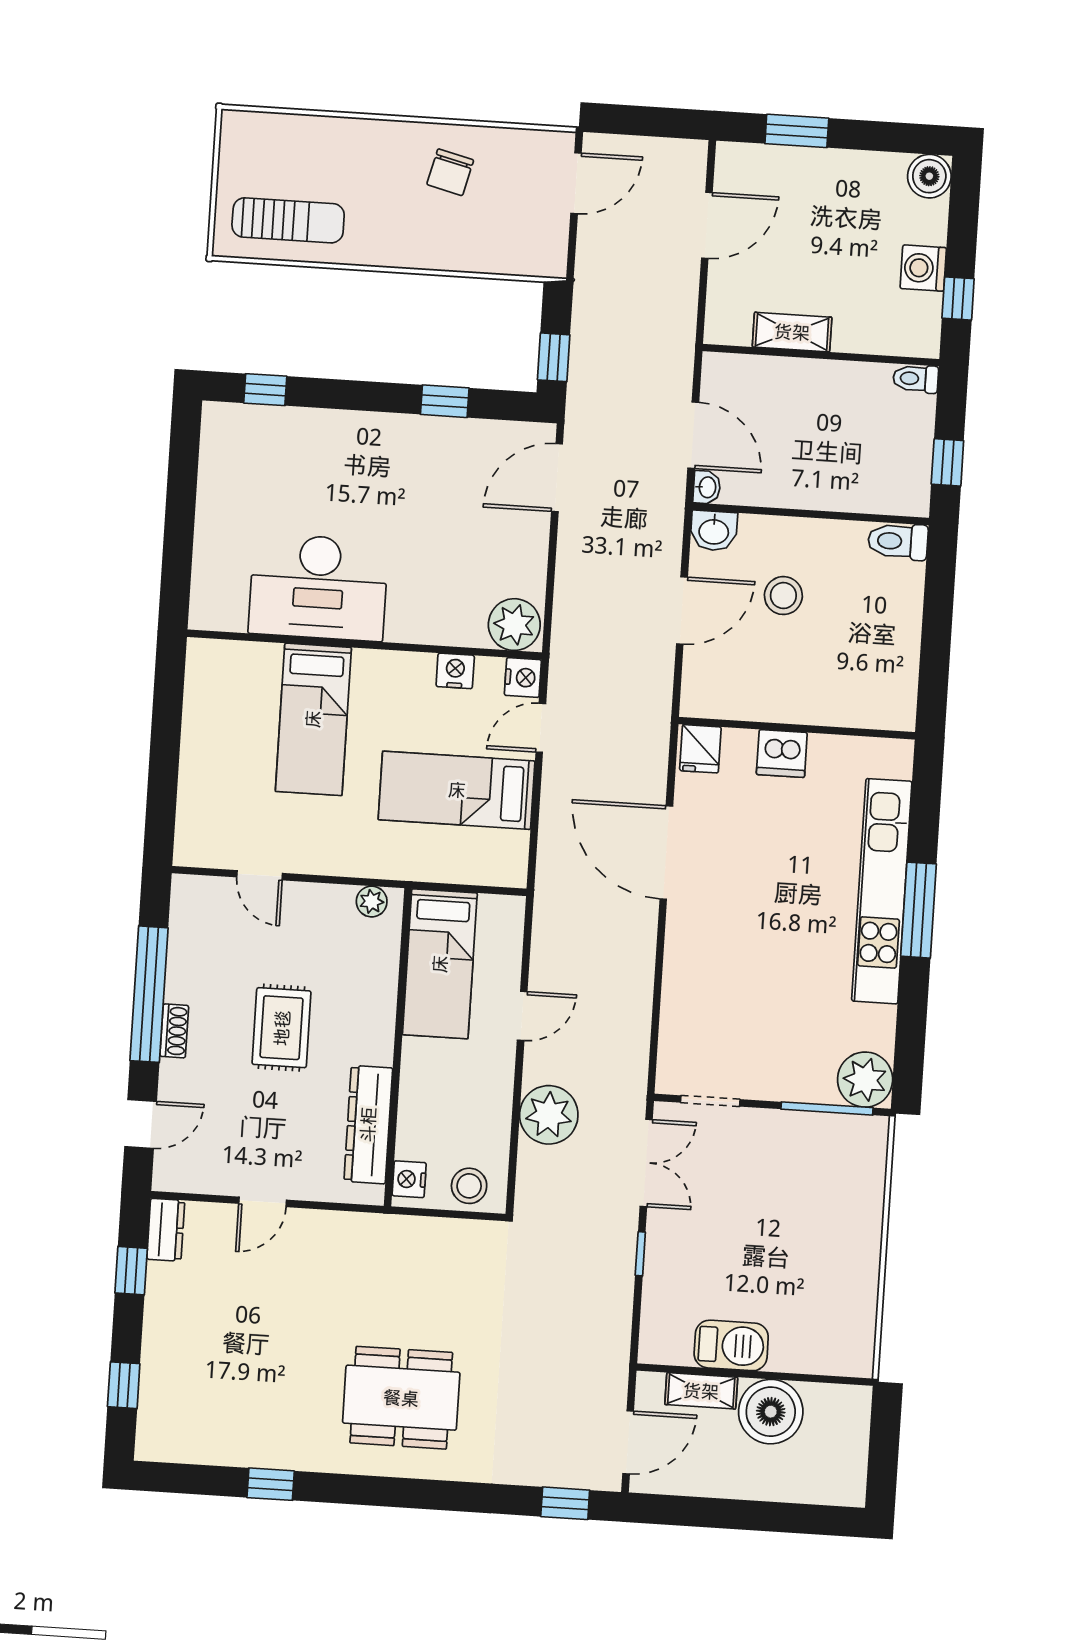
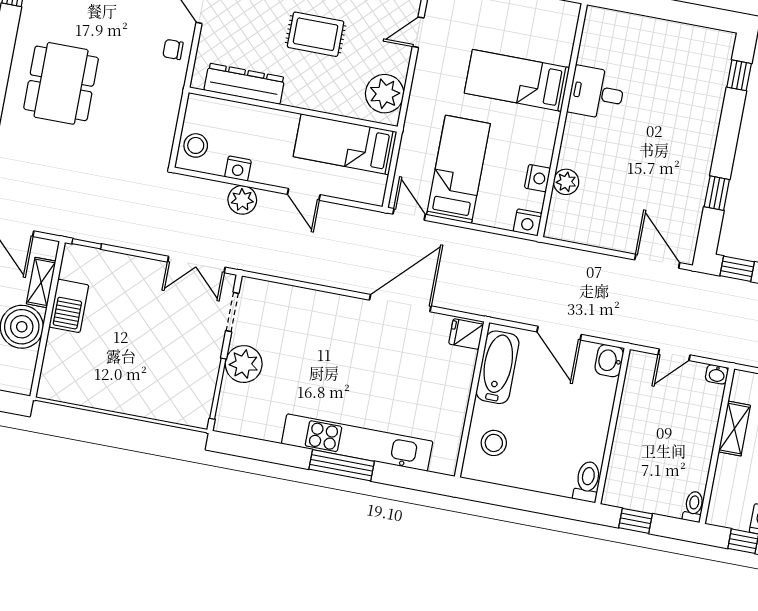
door: (693, 435) -> (674, 355), width x0.73
washbasin: (707, 487) -> (717, 374), moved
desk: (318, 587) -> (596, 93), width x0.53, depth x0.77
stool: (783, 596) -> (494, 443), moved
plant: (514, 625) -> (566, 182), moved, width x0.73, depth x0.73
bathtub: (744, 696) -> (498, 367), added
door: (541, 728) -> (409, 214), moved
dishwasher: (782, 754) -> (456, 388), removed
plant: (372, 902) -> (385, 94), width x1.88, depth x1.88
plant: (865, 1080) -> (244, 364), moved
plant: (549, 1115) -> (242, 200), width x0.73, depth x0.73
nightstand: (409, 1179) -> (238, 169), moved, turned 180
chair: (330, 1237) -> (173, 49), added
window: (640, 1254) -> (87, 244), moved

